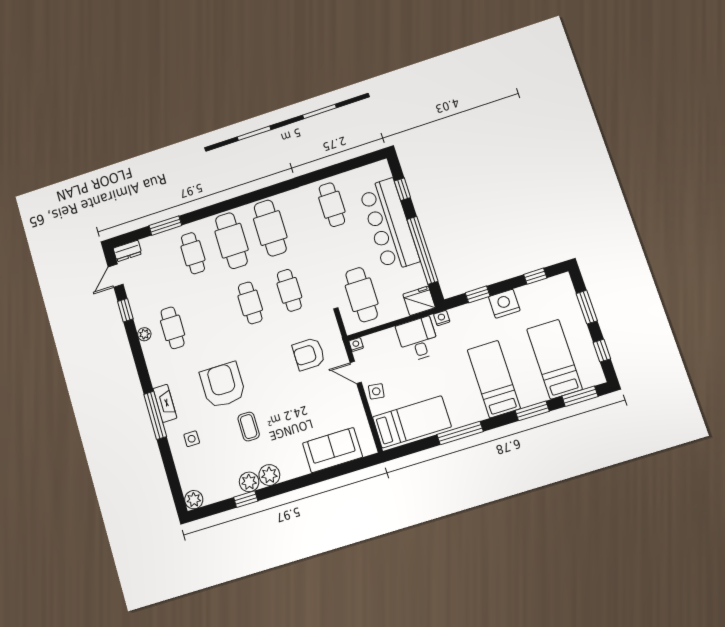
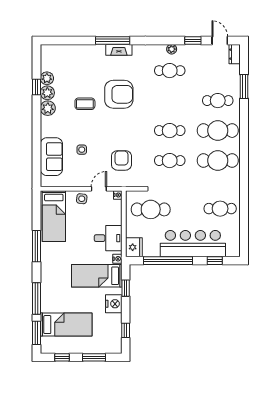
bed: (494, 379) -> (97, 276), moved, turned 180
window: (532, 411) -> (37, 299), width x1.44
side table: (192, 439) -> (82, 150), moved
plant: (194, 500) -> (47, 78), moved

